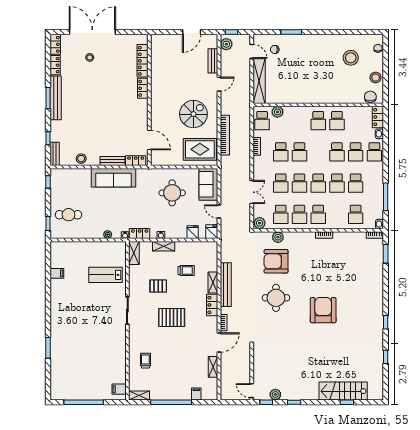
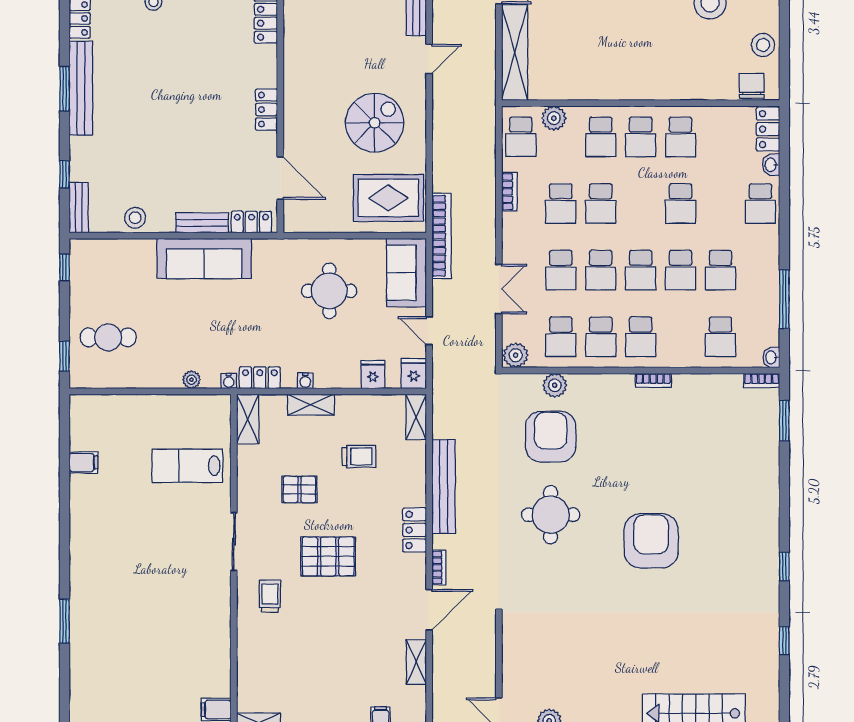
locker: (143, 88) -> (266, 110), moved
bookcase: (225, 135) -> (441, 236), moved
school desk: (356, 152) -> (601, 137), moved
armchair: (276, 261) -> (551, 437), turned 90
shelving: (213, 283) -> (416, 417), moved
trolley: (145, 361) -> (270, 596), moved

